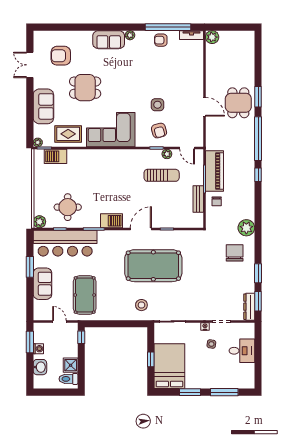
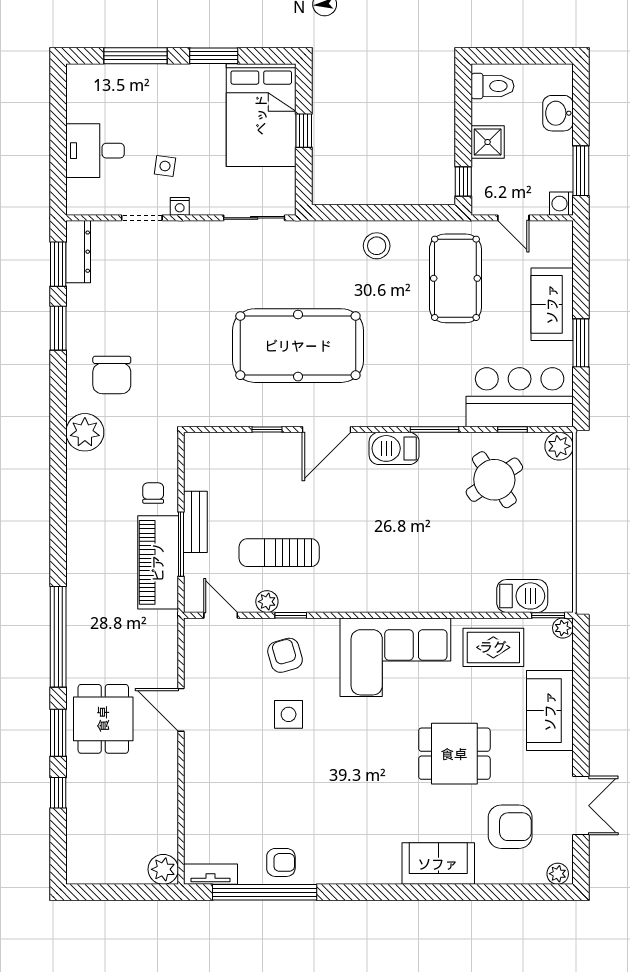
plant: (130, 35) -> (558, 874), moved
sofa: (109, 40) -> (438, 864), moved
window: (258, 175) -> (58, 793), moved
bench: (198, 199) -> (195, 522), moved
round table: (68, 207) -> (494, 480), turned -34
bar counter: (65, 243) -> (520, 397), width x0.73
stool: (141, 305) -> (377, 246), moved
washing machine: (38, 349) -> (561, 204), moved
shower: (71, 365) -> (488, 142), moved

